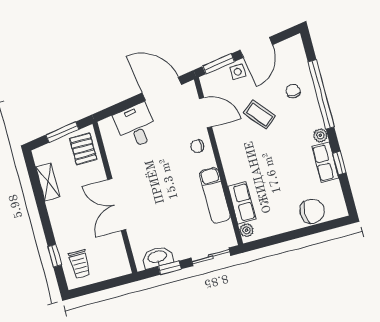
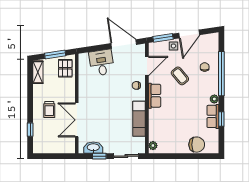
door: (206, 113) -> (147, 66), hinge flipped
shelving: (48, 182) -> (38, 72), moved
row of seats: (242, 203) -> (155, 96), moved
double door: (117, 205) -> (77, 120), moved
trolley: (80, 264) -> (49, 109), moved

